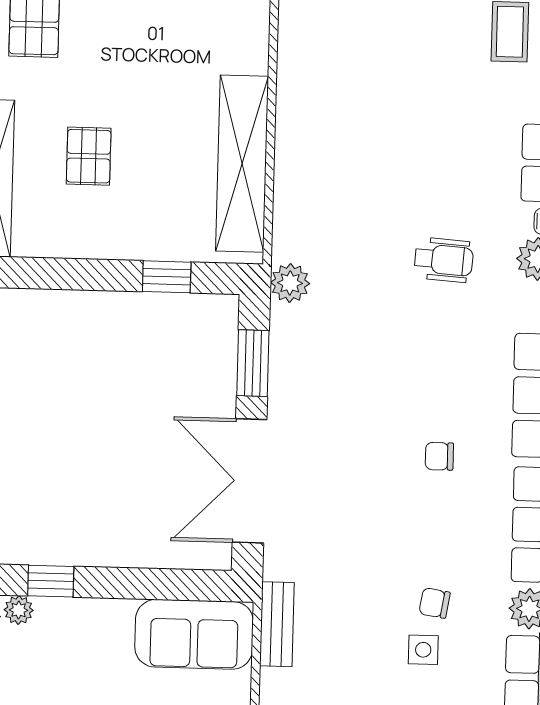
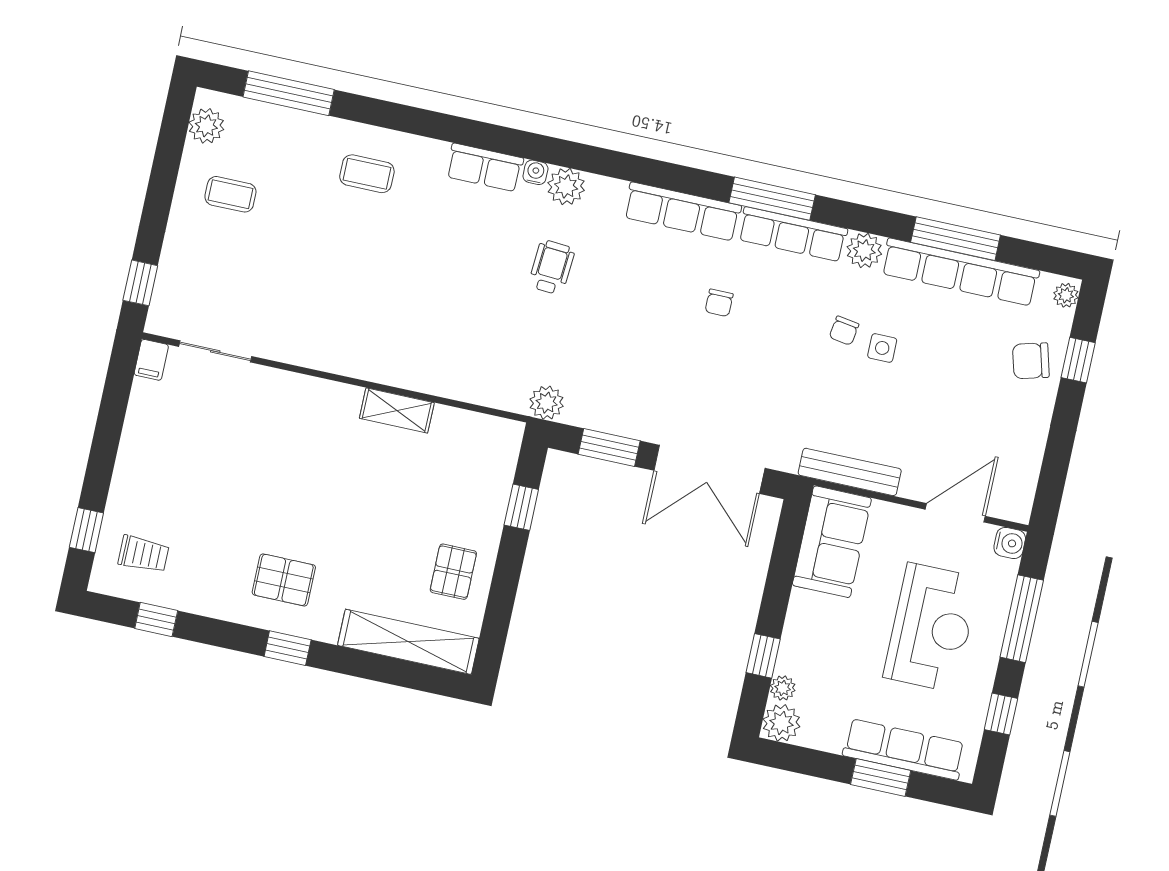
pallet: (89, 156) -> (453, 572), moved, turned 90
shelving: (242, 164) -> (397, 410), width x0.45, depth x0.75
bench: (277, 624) -> (850, 472), width x1.36

